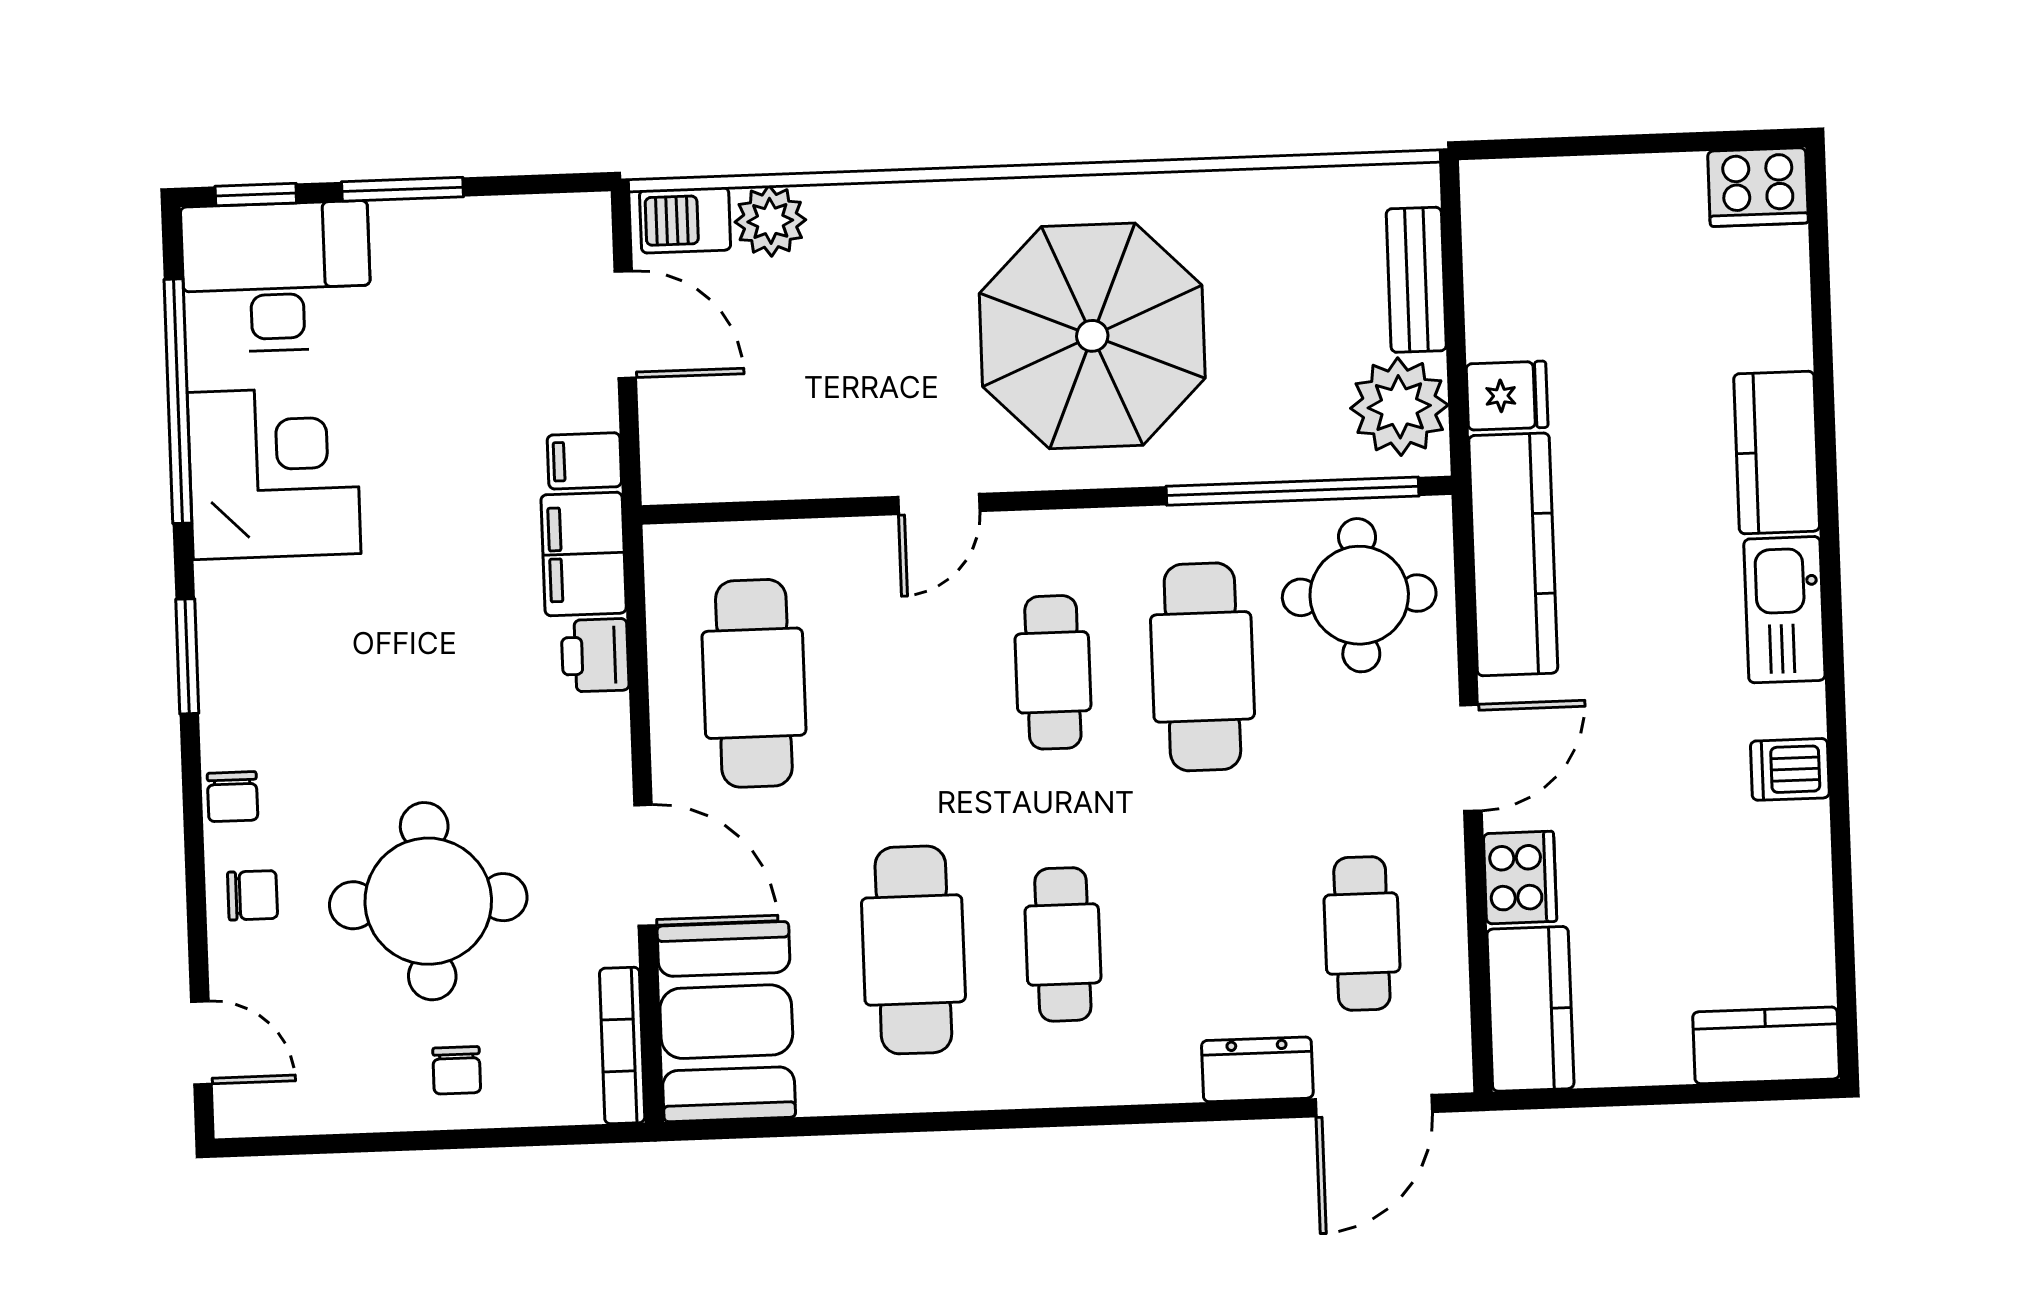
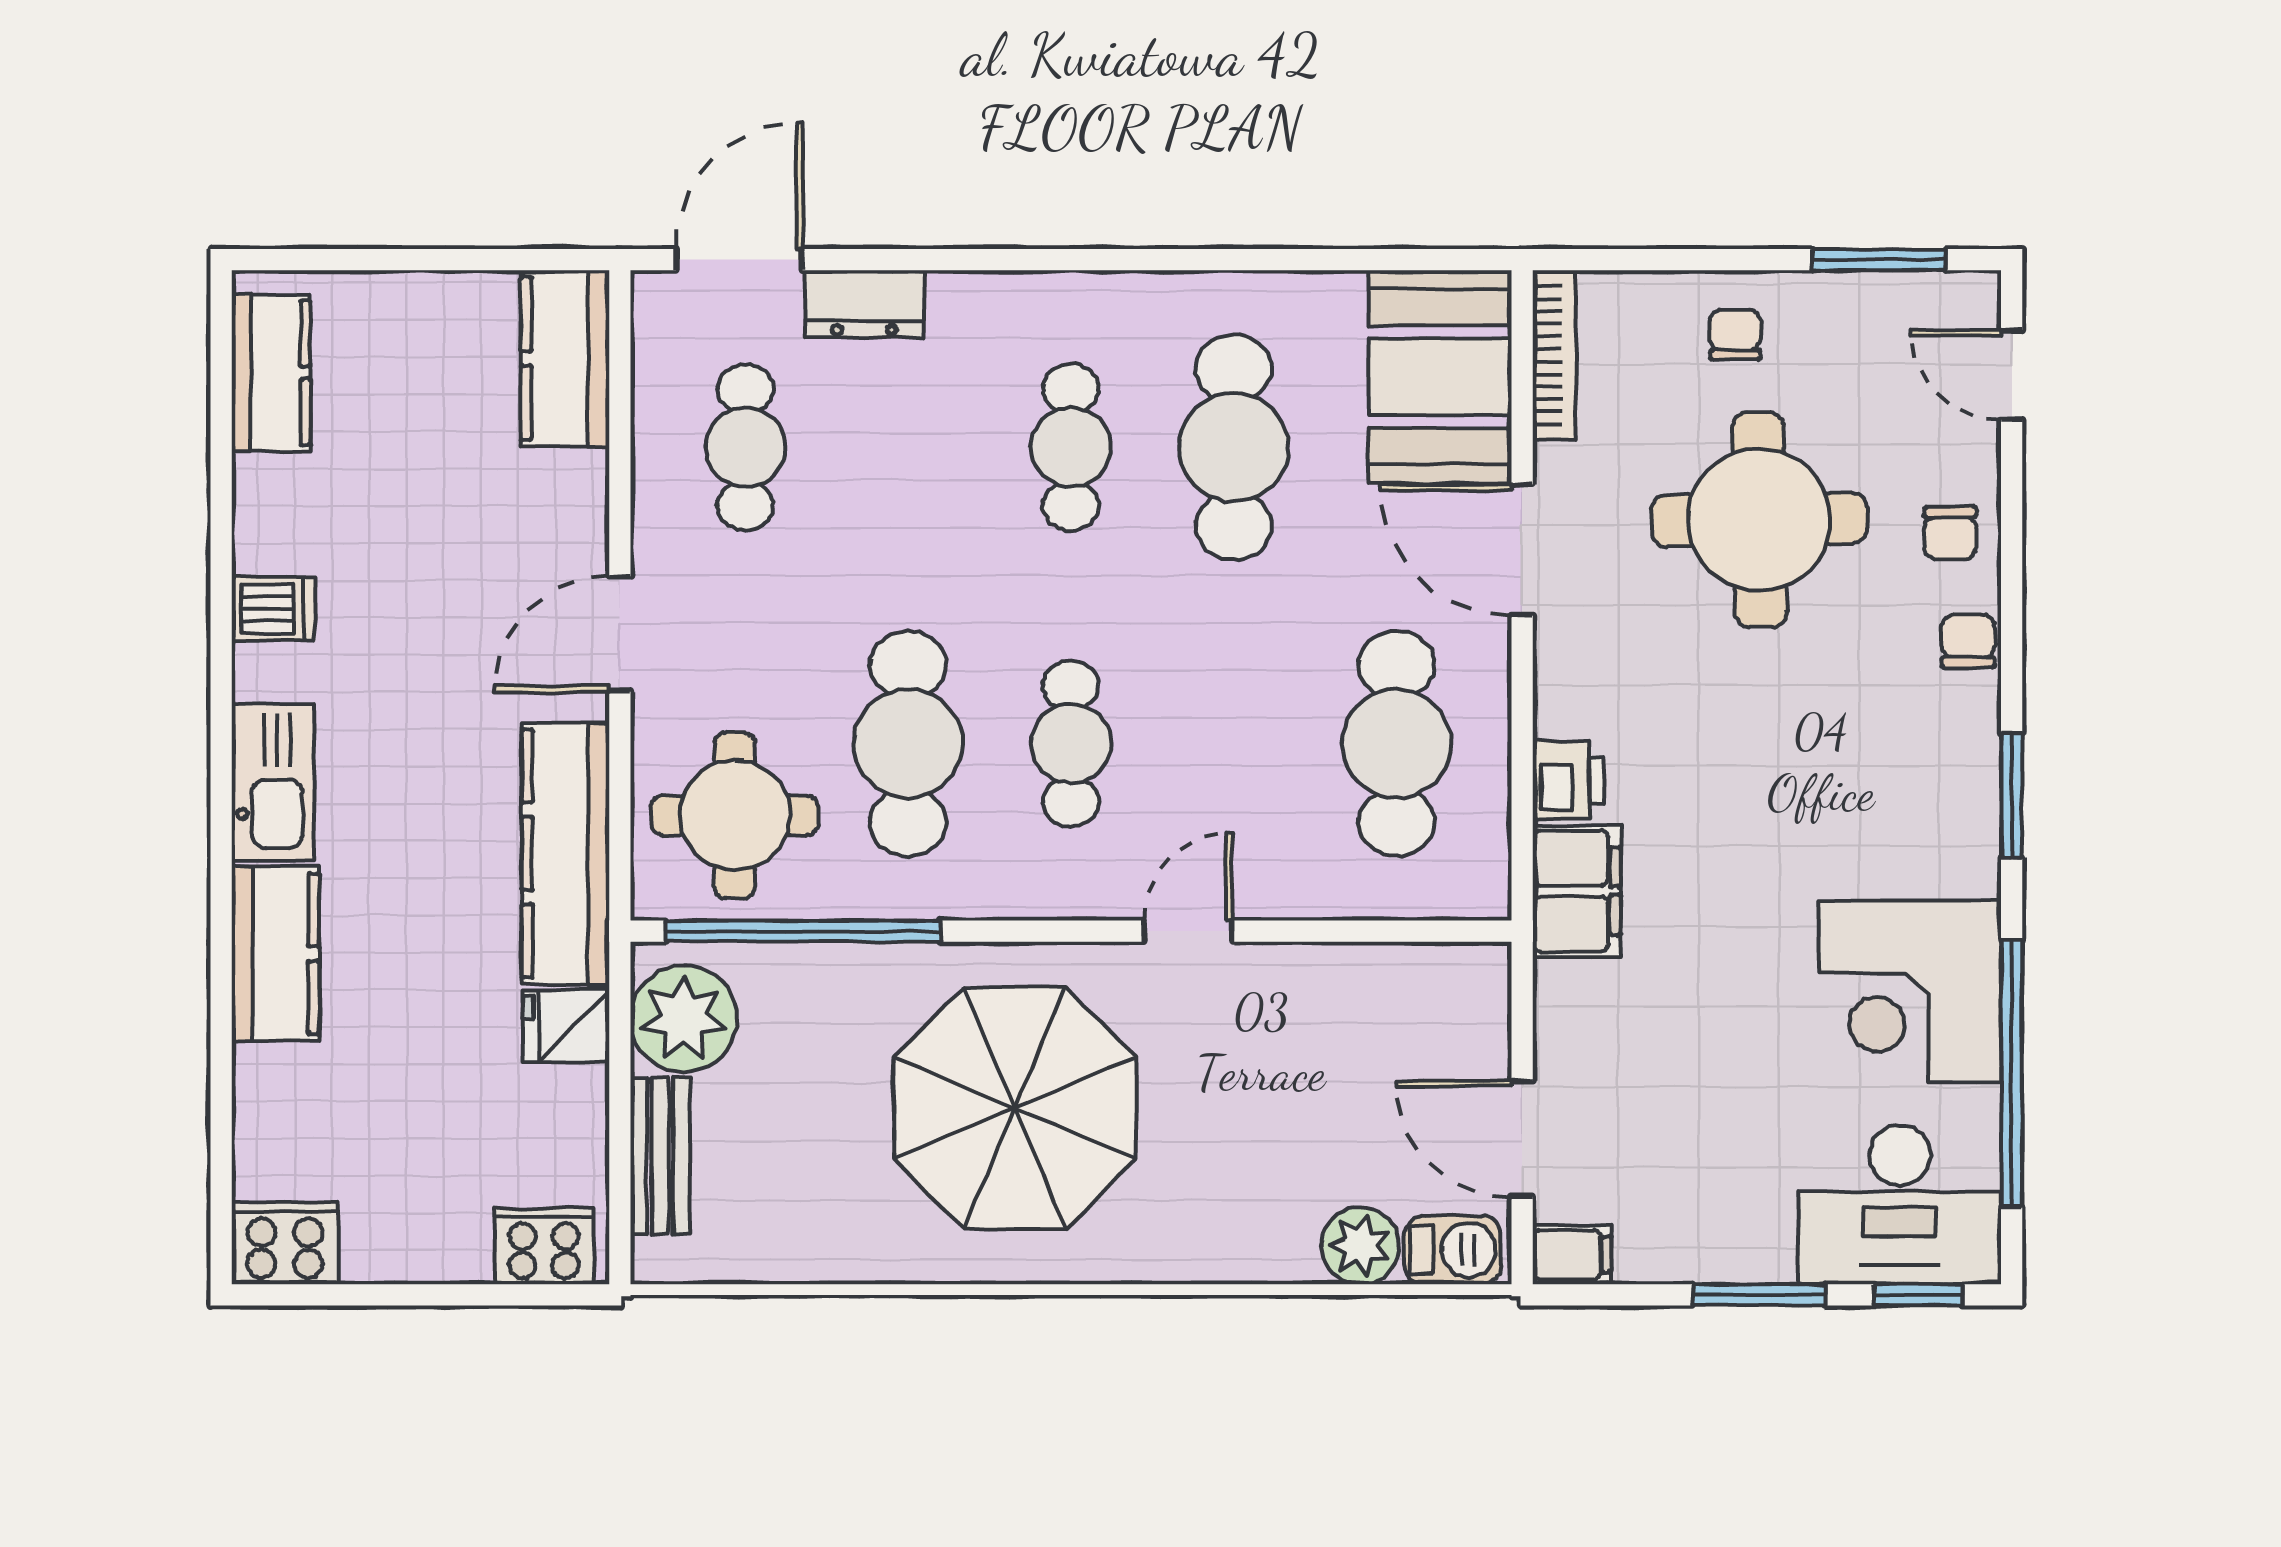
filing cabinet: (584, 461) -> (1572, 1255), moved
cooker: (1520, 878) -> (544, 1246), moved, turned 90
chair: (253, 895) -> (1950, 533), turned -90
kitchen counter: (1766, 1045) -> (271, 373), moved, turned -90
window: (327, 1144) -> (1879, 260), added

